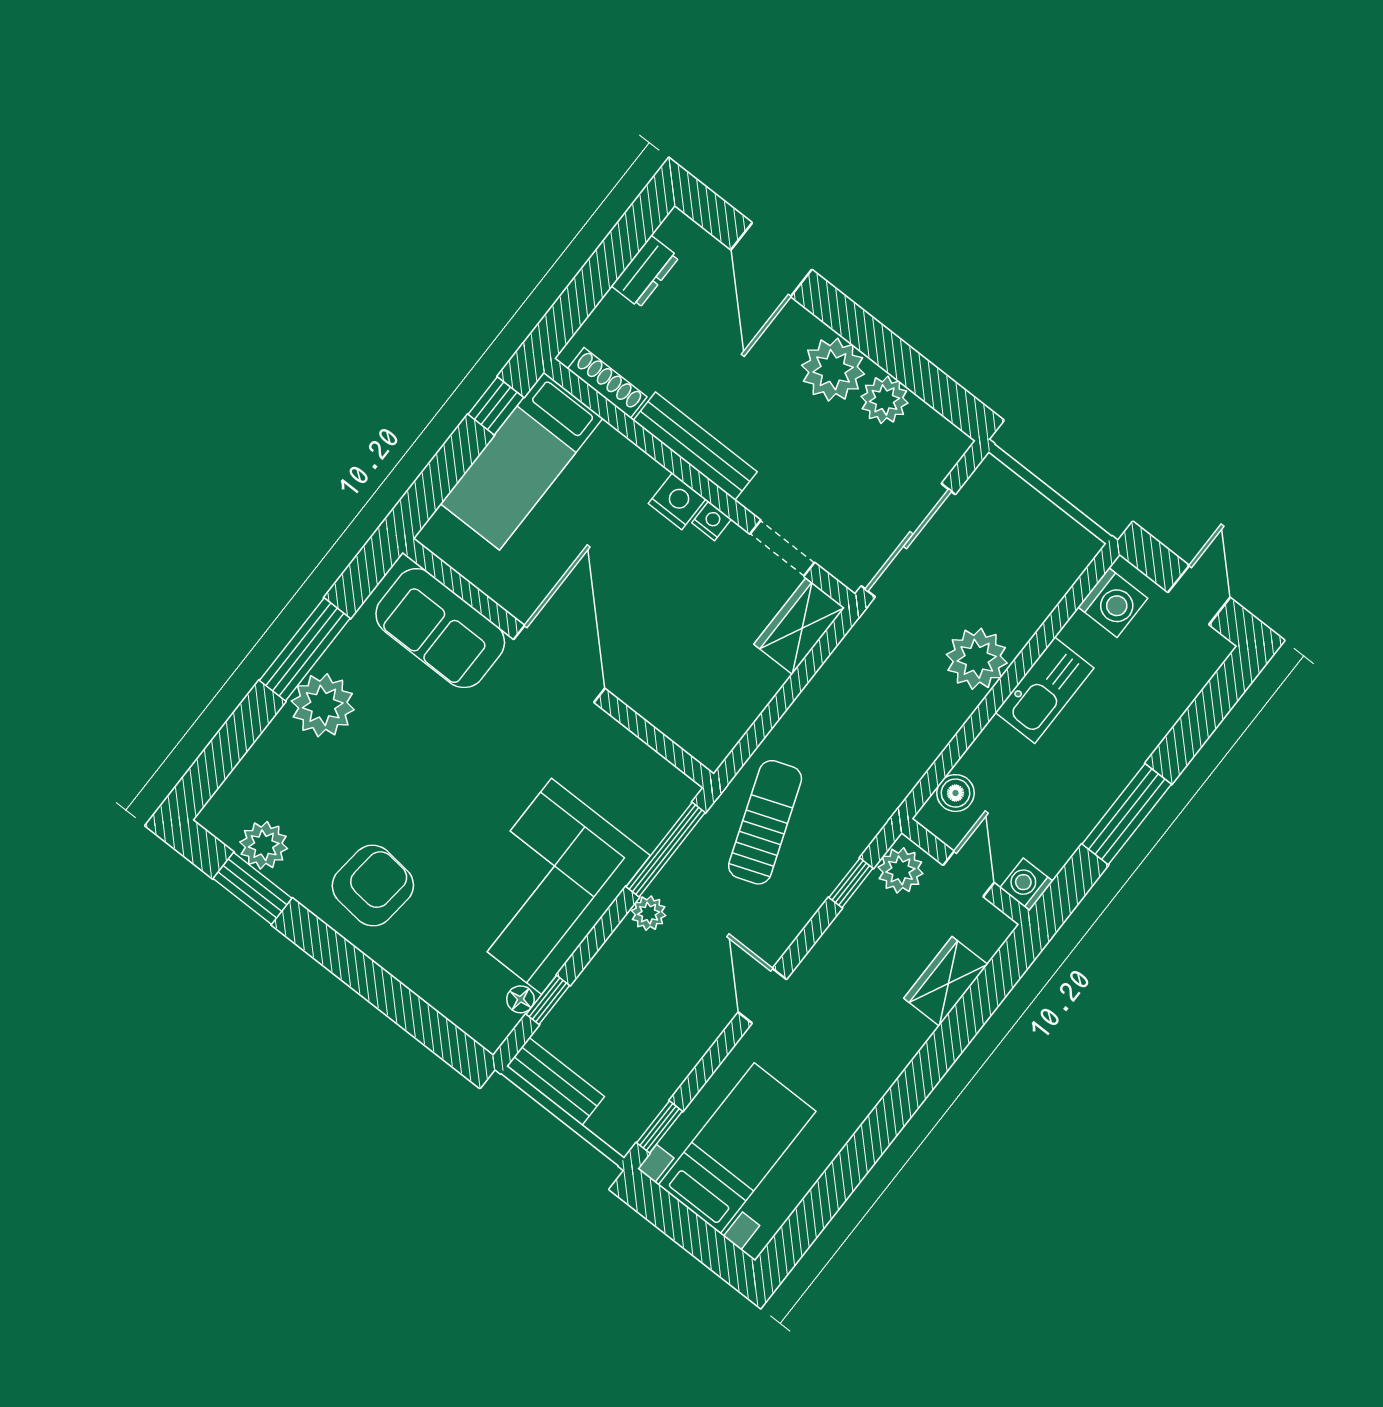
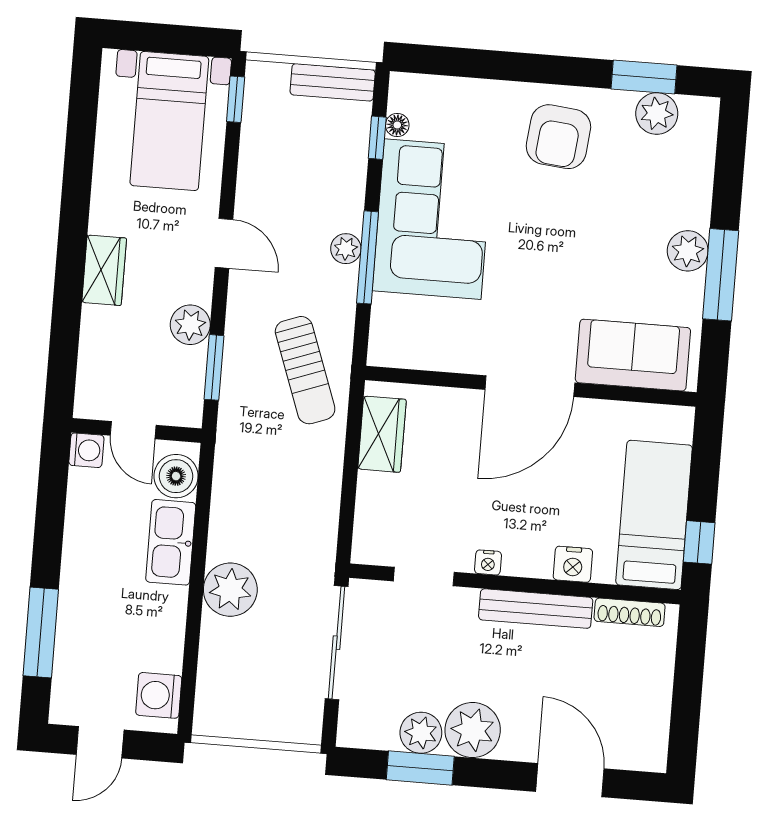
dresser: (645, 272) -> (655, 711), removed
window: (908, 366) -> (420, 768), added
nightstand: (677, 501) -> (573, 564), moved
door: (1199, 595) -> (100, 742), hinge flipped
wardrobe: (799, 626) -> (382, 434), moved
door: (559, 664) -> (530, 386), hinge flipped
kitchen sink: (1045, 690) -> (171, 542), moved
plant: (323, 705) -> (688, 251), width x0.73, depth x0.73
boiler: (956, 793) -> (176, 476), width x1.36, depth x1.36
window: (1127, 814) -> (41, 632), moved
window: (666, 850) -> (368, 257), moved
plant: (900, 870) -> (190, 325), moved
window: (851, 883) -> (214, 367), width x1.50
wardrobe: (946, 981) -> (104, 270), moved

